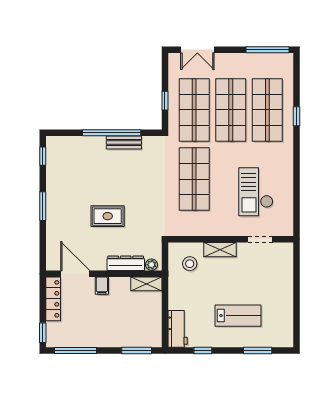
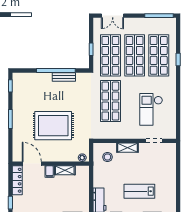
rug: (108, 216) -> (53, 126), width x1.86, depth x2.06
dresser: (126, 263) -> (65, 157), removed
shelving: (146, 284) -> (65, 170), moved
lab bench: (238, 316) -> (139, 191), turned 180

